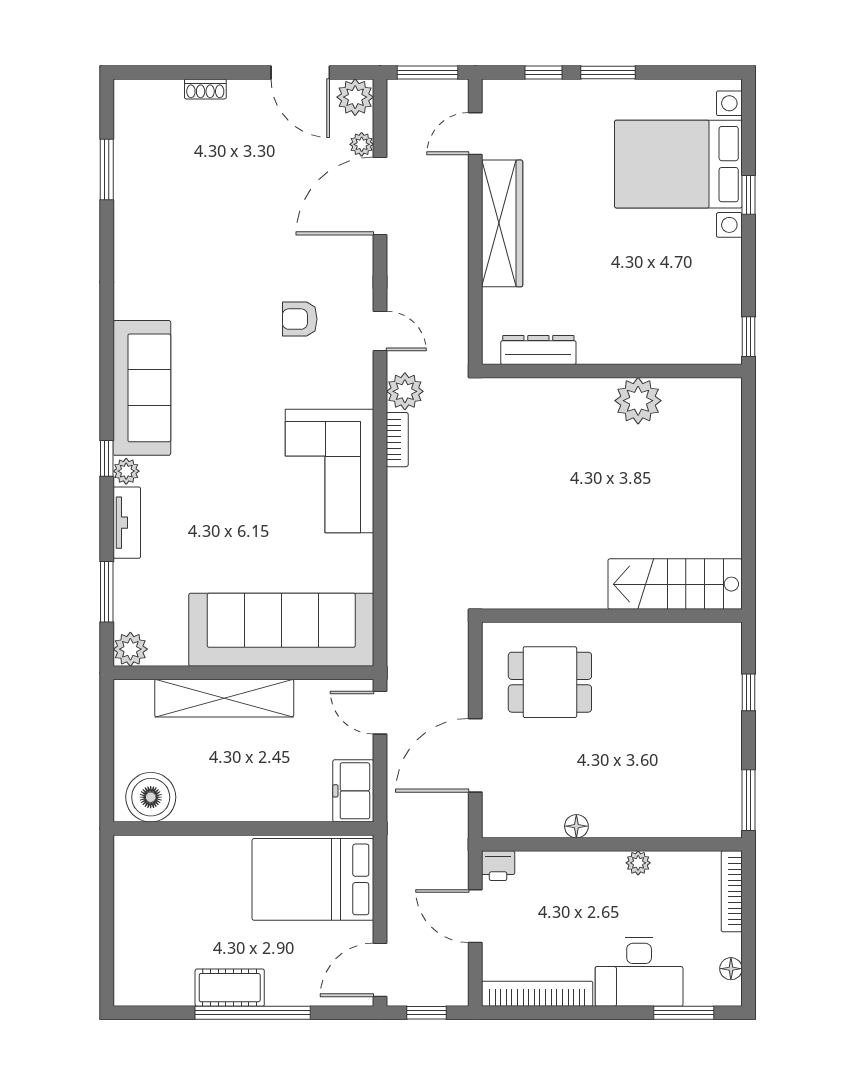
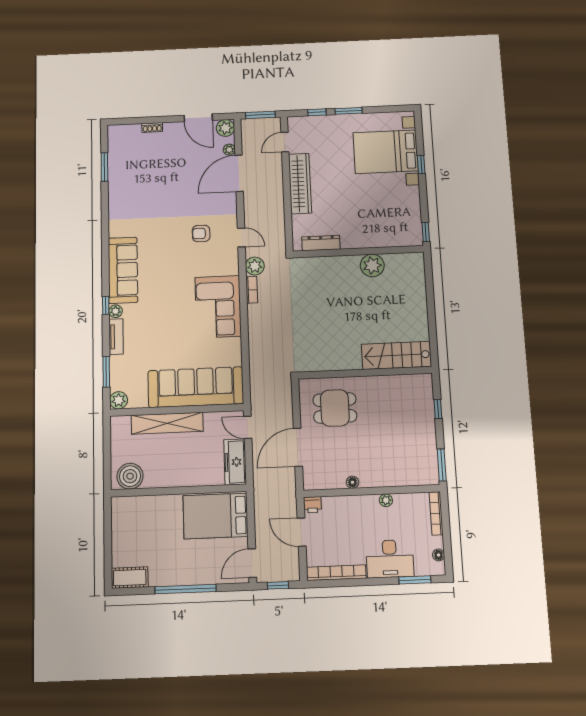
freezer: (353, 791) -> (235, 462), width x1.40
cot: (230, 988) -> (130, 578), moved

